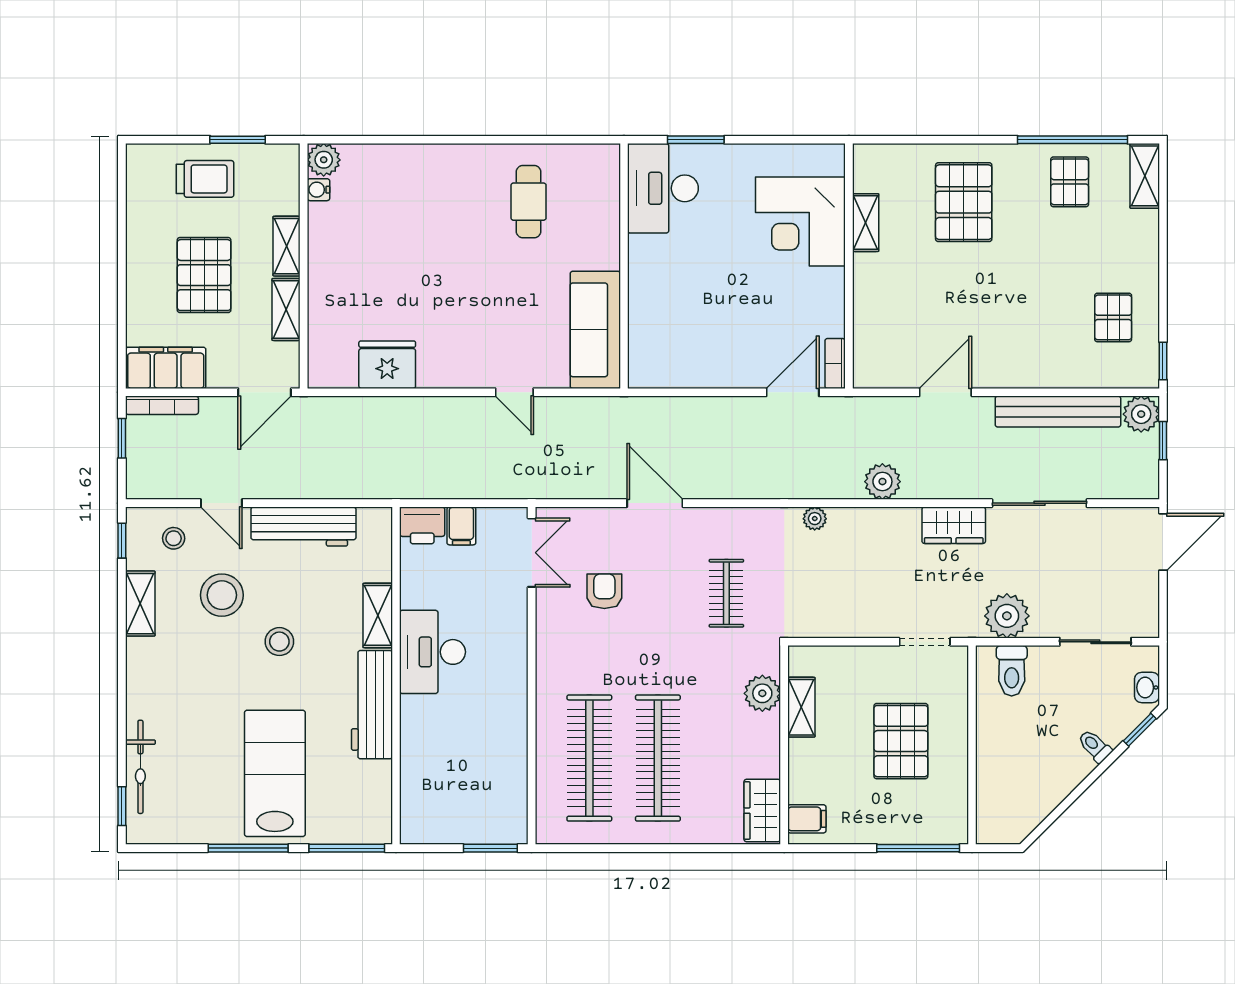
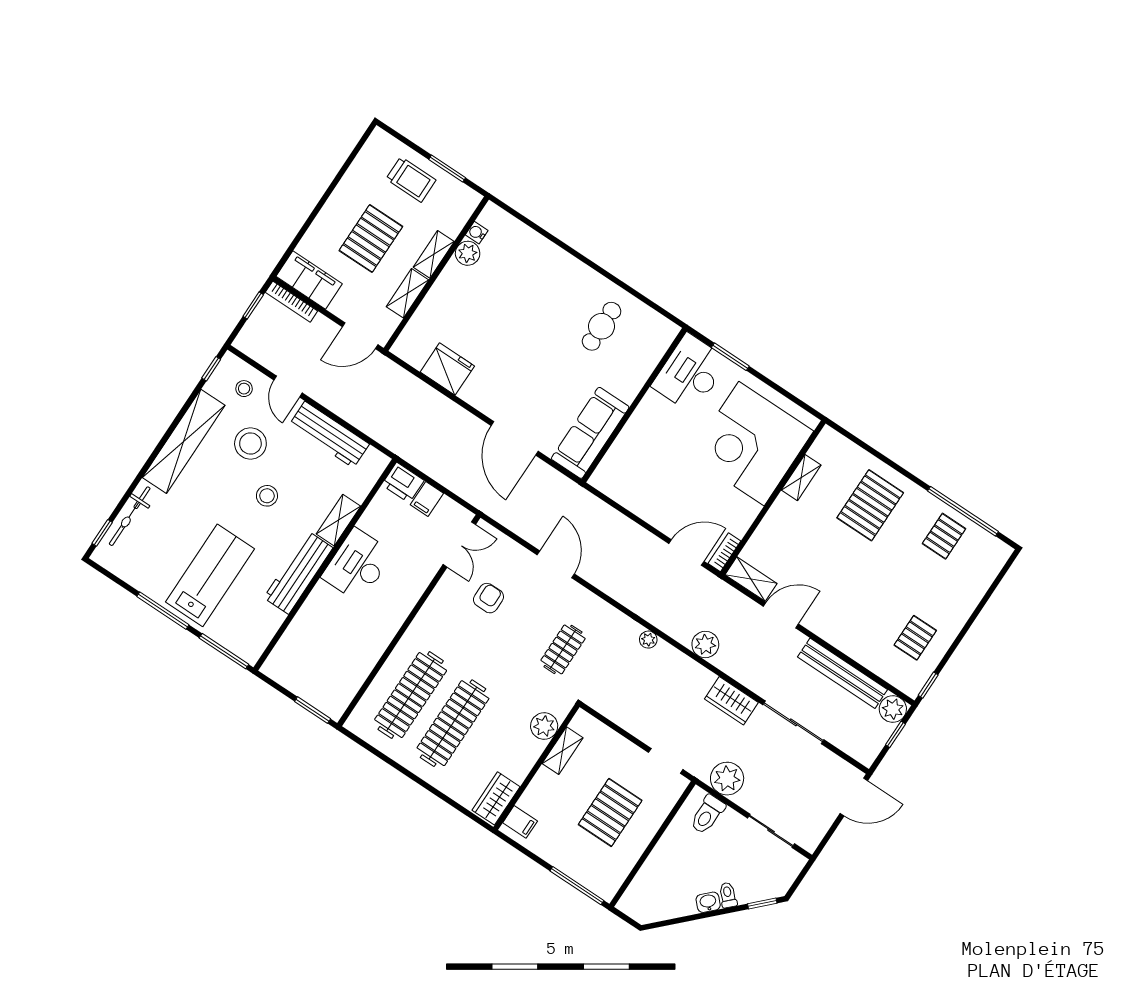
plant: (324, 160) -> (468, 253), moved
shelving: (1145, 176) -> (751, 579), moved, turned 90
corner desk: (800, 222) -> (751, 444), width x1.36, depth x1.36
door: (514, 392) -> (515, 438), width x1.87
shelving: (140, 604) -> (184, 441), width x2.20, depth x1.33
washbasin: (1147, 688) -> (708, 902), moved, turned 45

